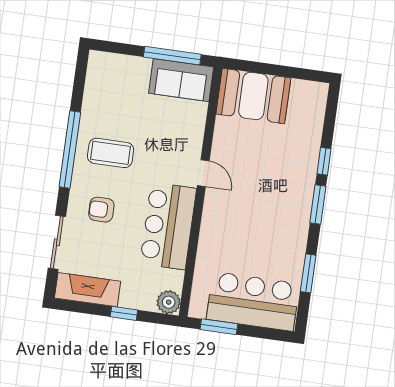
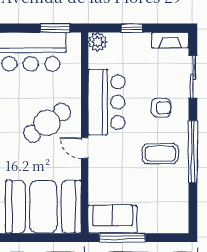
booth: (253, 96) -> (43, 207), width x1.36, depth x1.42
cafe table: (245, 211) -> (47, 123), added
fireplace: (88, 290) -> (170, 40), width x0.73, depth x0.76

